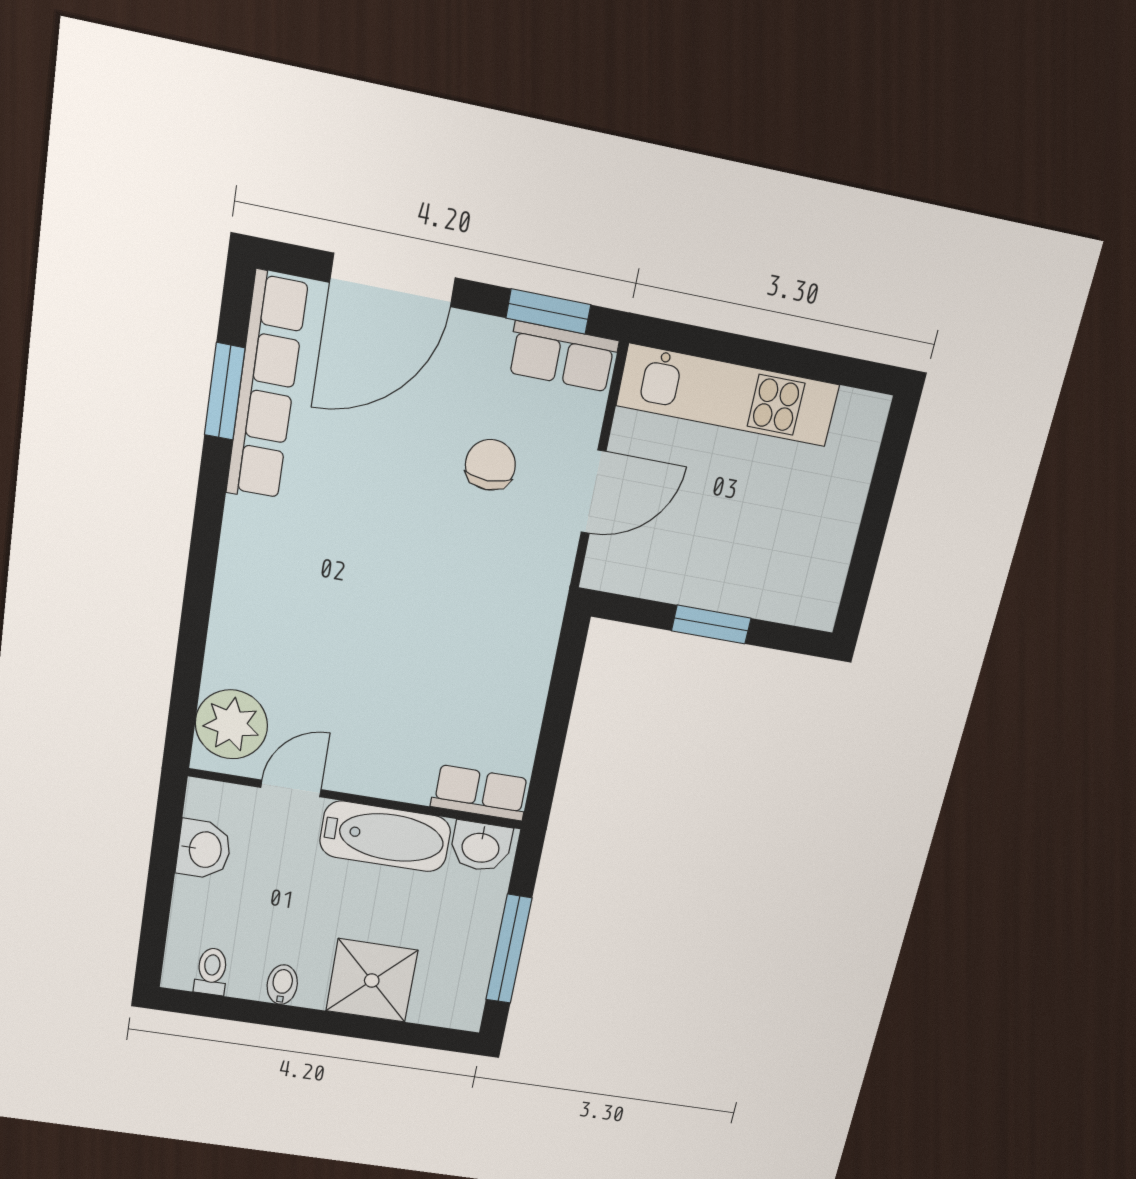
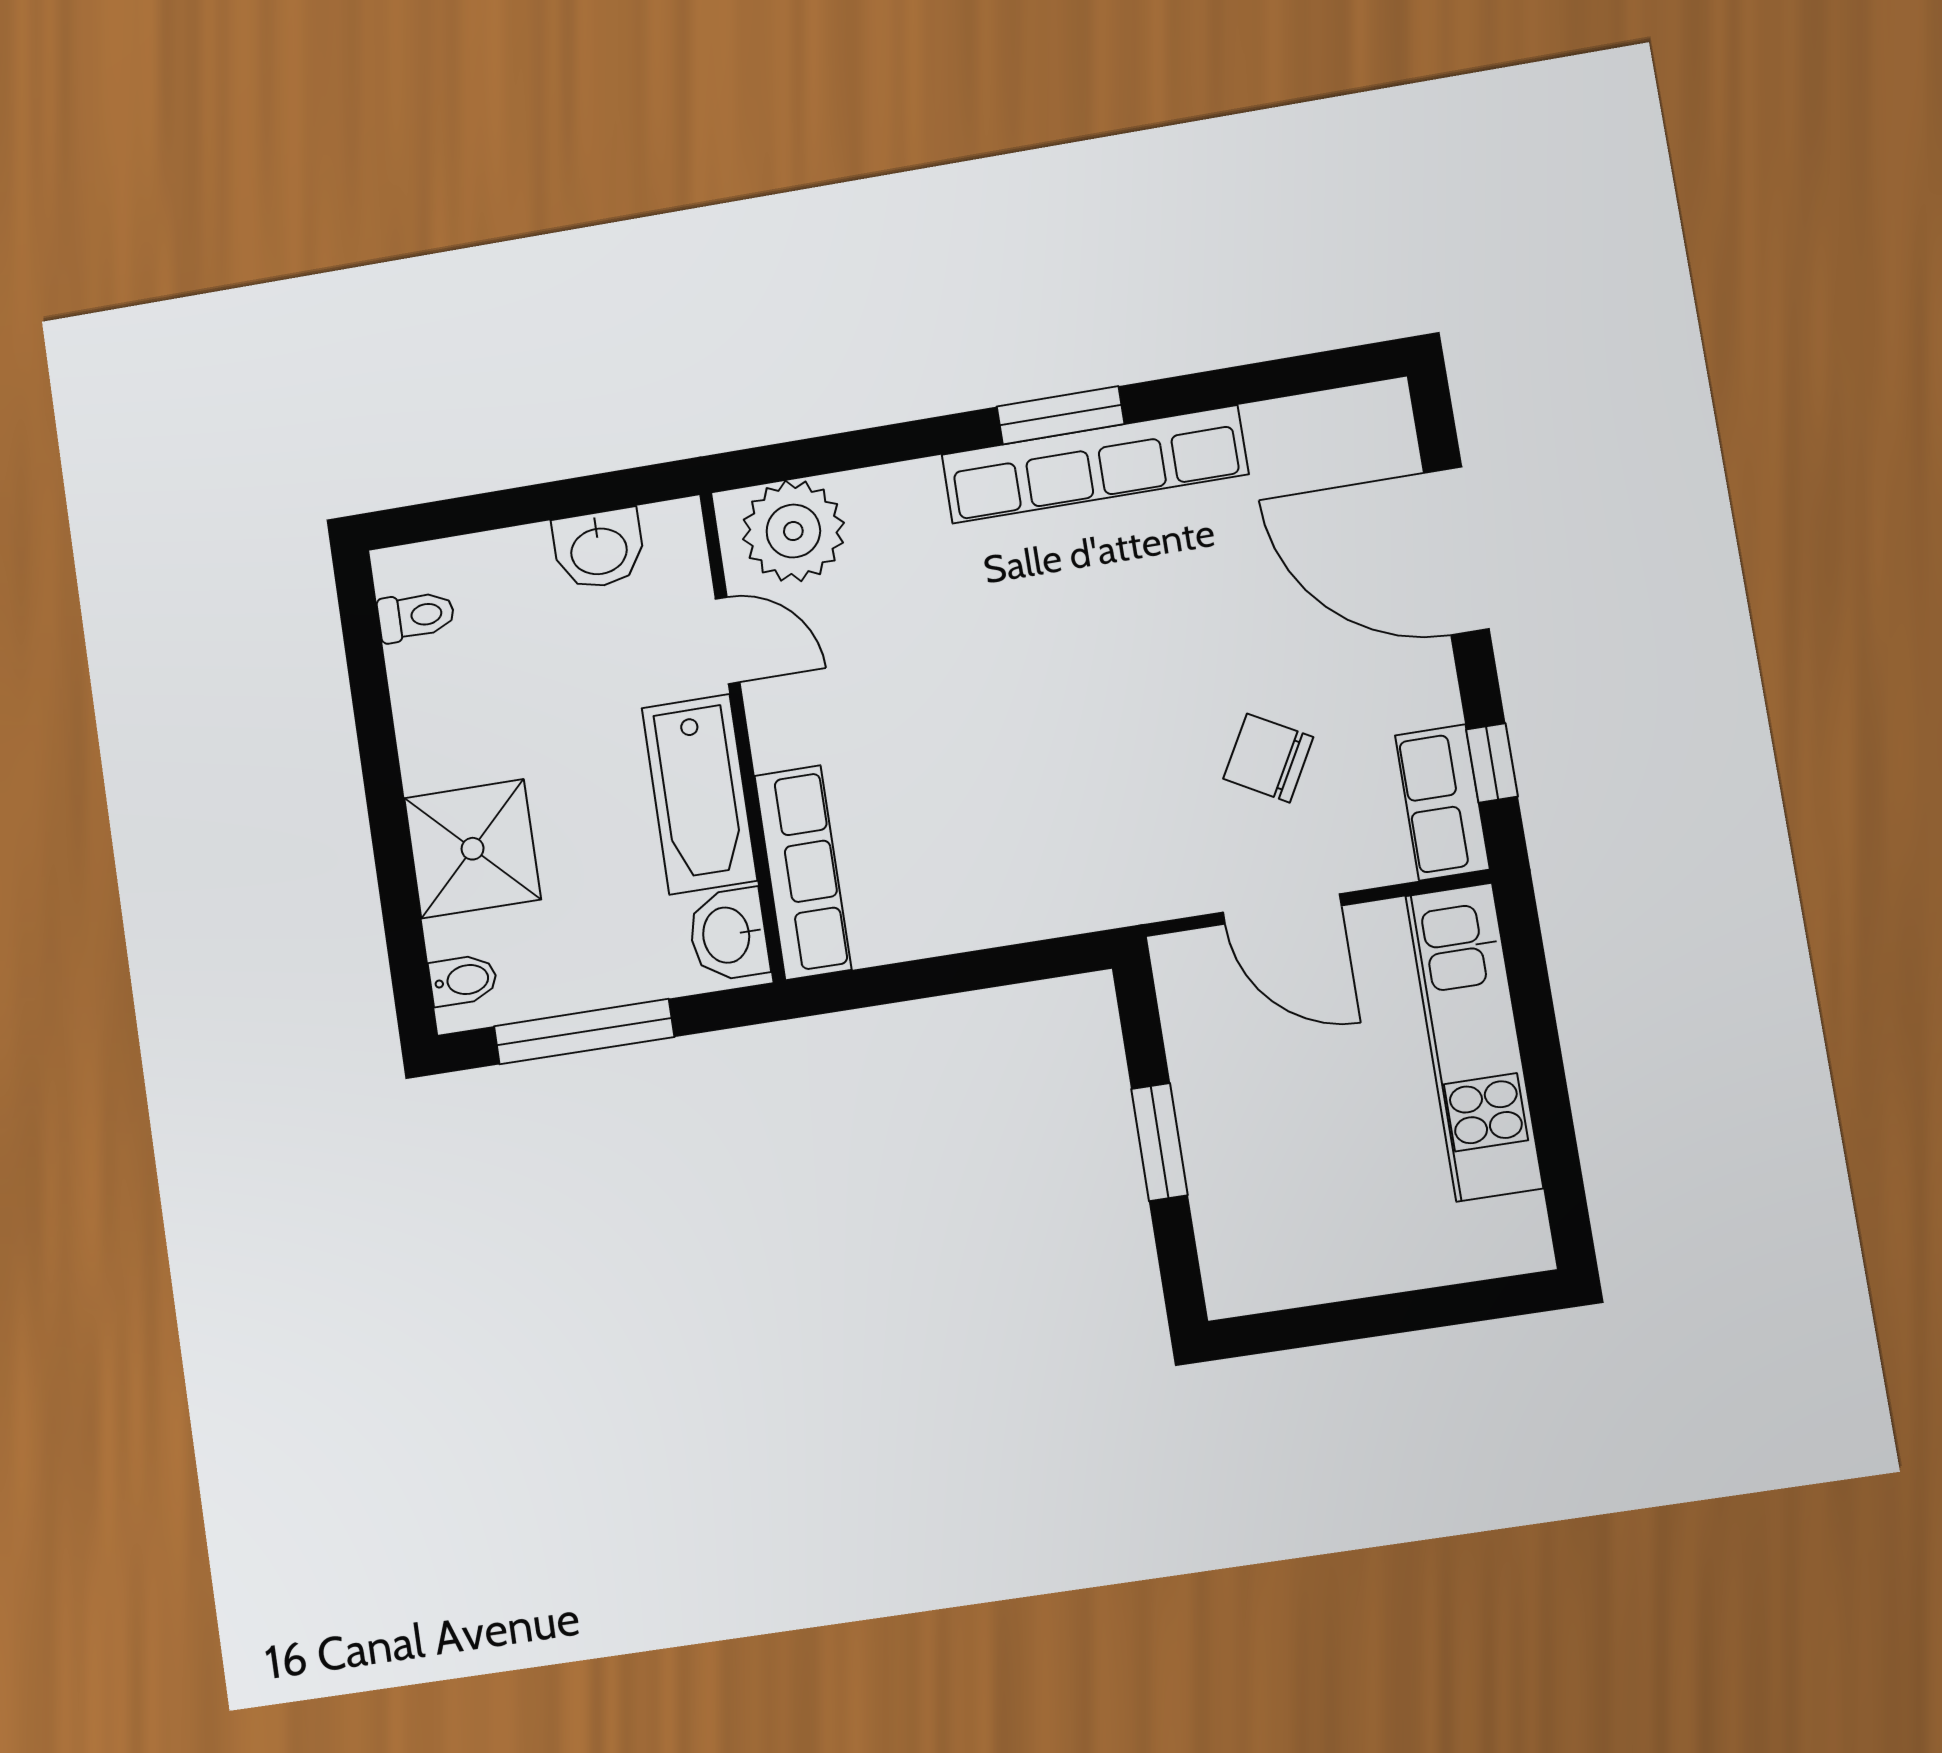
window: (548, 311) -> (1492, 763), width x0.67
row of seats: (267, 388) -> (1095, 464), moved
window: (225, 392) -> (1061, 415), moved
chair: (490, 465) -> (1268, 758), turned -151
row of seats: (480, 793) -> (803, 873), width x1.48
bidet: (282, 985) -> (463, 980), moved

